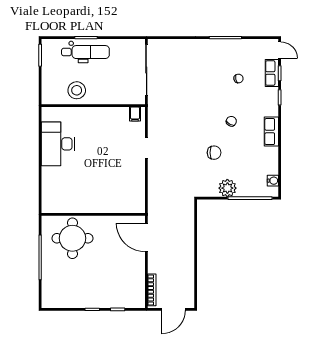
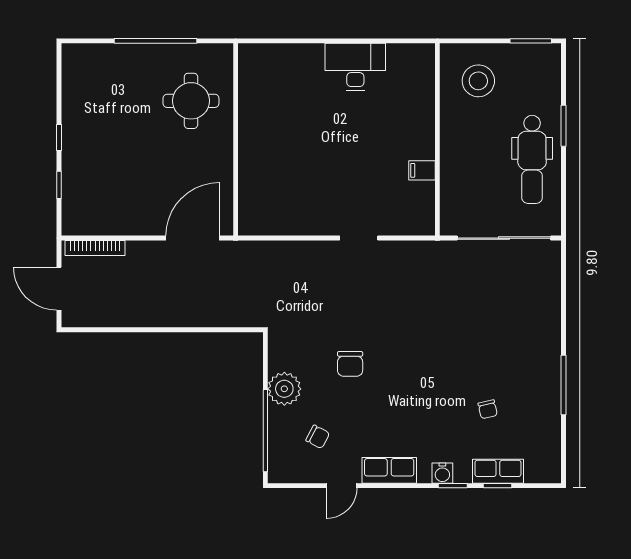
door: (280, 50) -> (342, 486), moved
dental chair: (85, 52) -> (532, 159), moved
stool: (77, 90) -> (478, 81), moved
filing cabinet: (135, 114) -> (422, 170), moved
chair: (231, 121) -> (318, 437), moved
desk: (58, 144) -> (355, 67), width x0.73, depth x0.77
water cooler: (273, 181) -> (442, 473), moved
round table: (72, 238) -> (191, 101), width x0.73, depth x0.73

